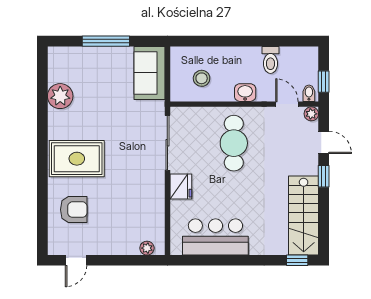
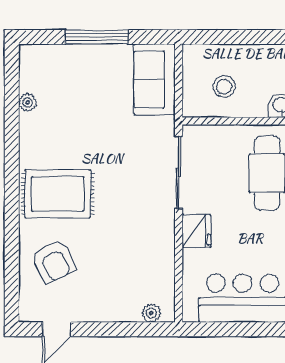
plant: (60, 96) -> (28, 102), width x0.53, depth x0.53
armchair: (74, 210) -> (54, 262), turned 62

